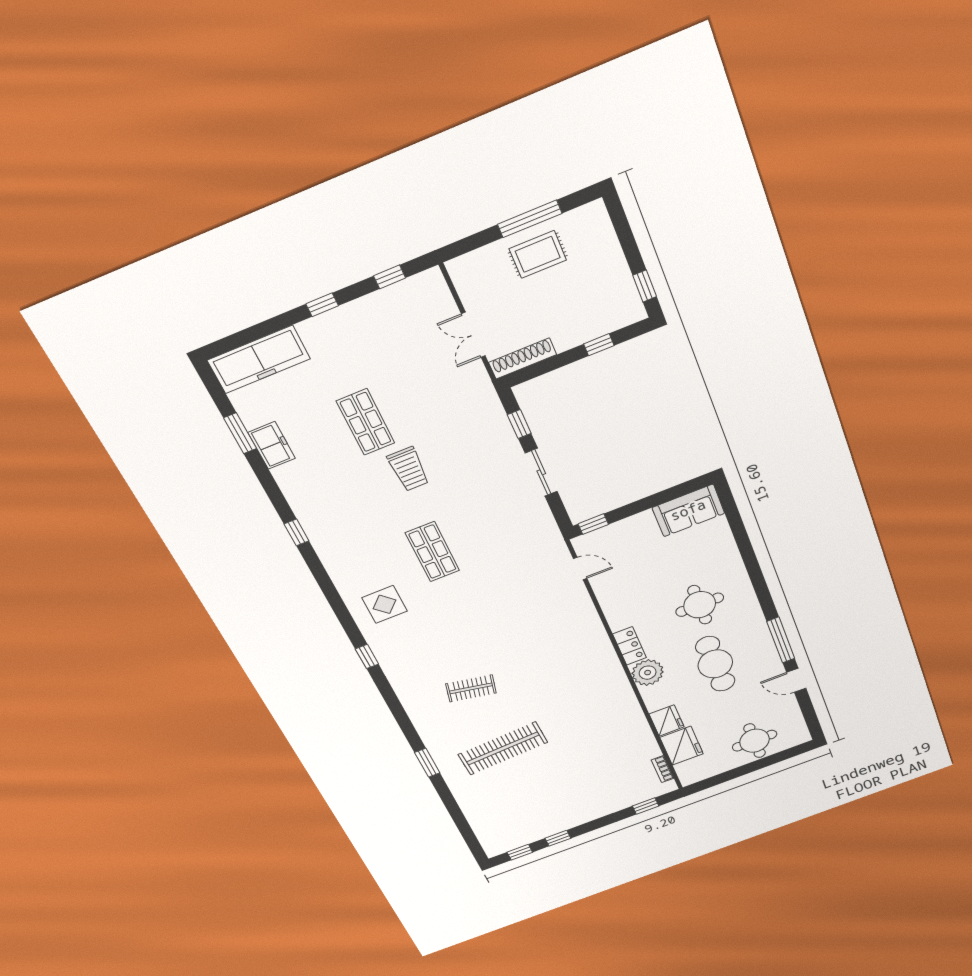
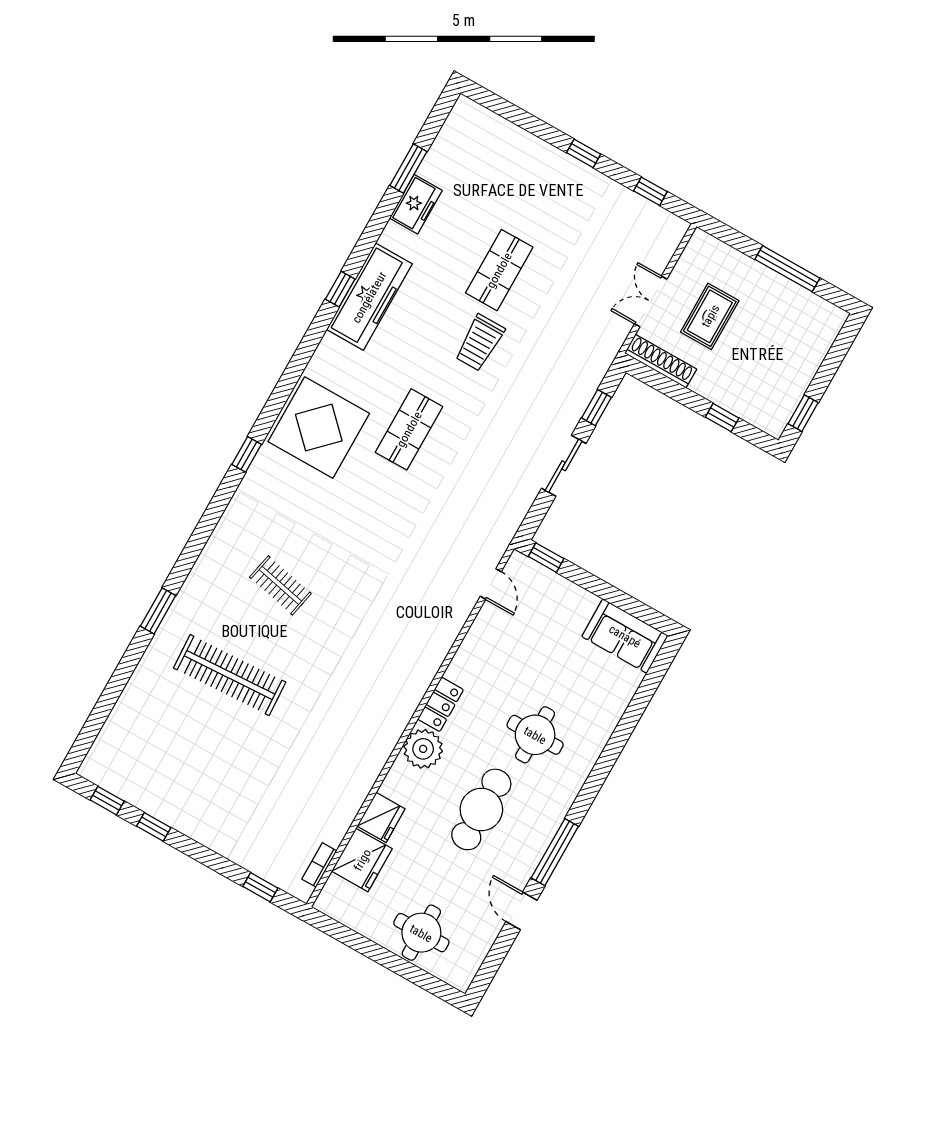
rug: (538, 254) -> (710, 316), moved, turned 90
freezer: (259, 359) -> (369, 297), moved, turned -90
display table: (385, 604) -> (319, 428), width x1.86, depth x1.86

